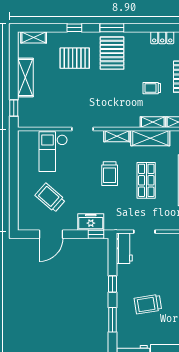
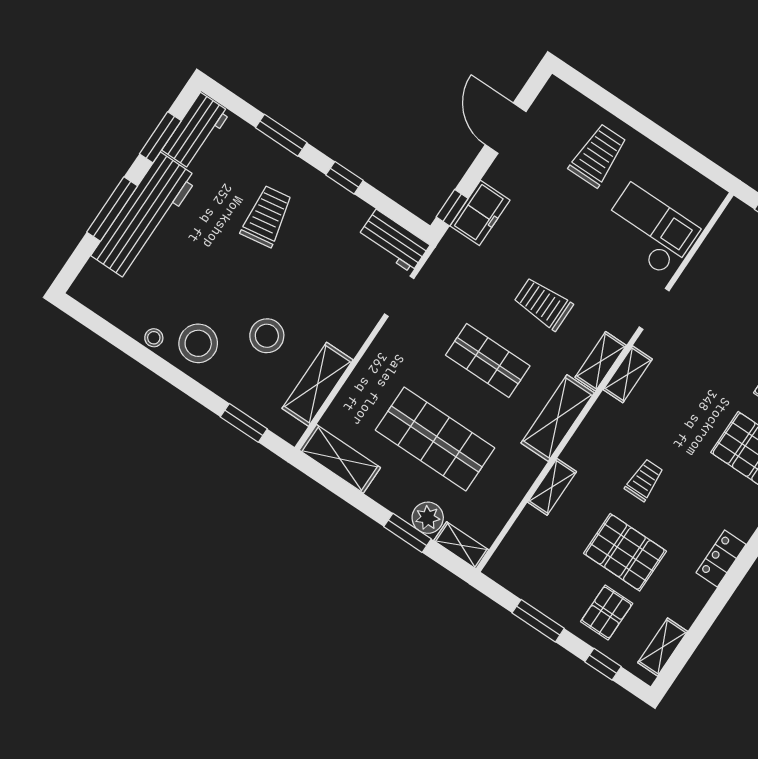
shelving: (153, 122) -> (628, 374), moved
trolley: (50, 198) -> (598, 155), moved, turned -41

